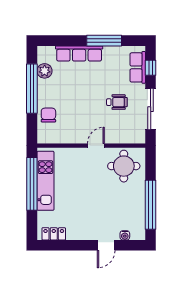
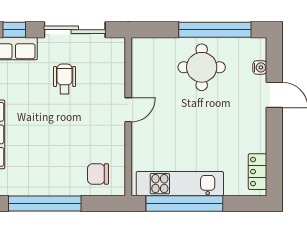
plant: (45, 71) -> (19, 185), removed
chair: (48, 115) -> (98, 174), moved
door: (96, 146) -> (128, 110), swing flipped
round table: (124, 166) -> (202, 67), moved

